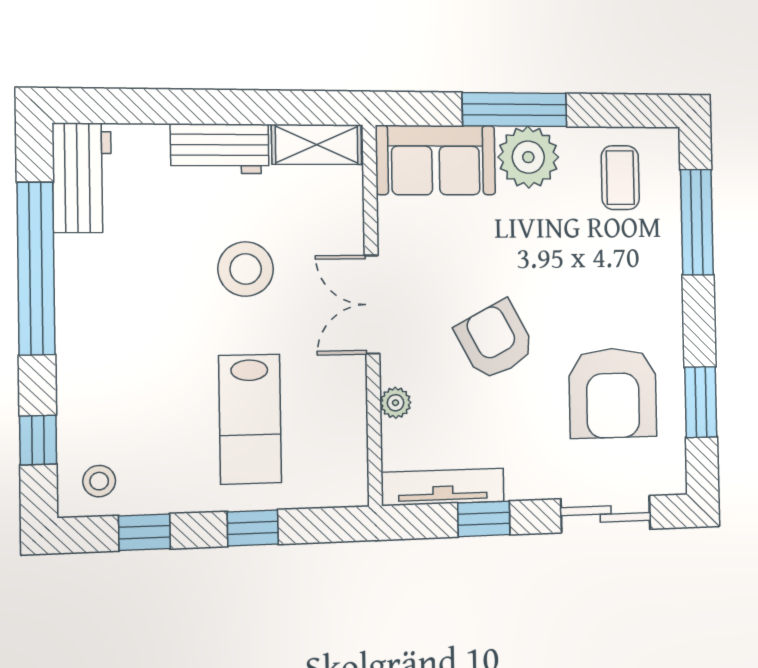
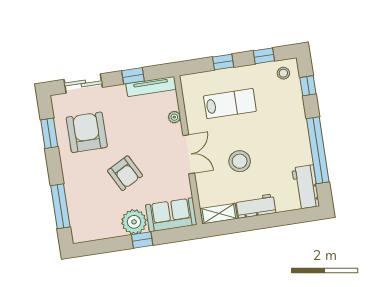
window: (515, 110) -> (142, 240), width x0.46
coffee table: (620, 178) -> (95, 219), removed
armchair: (495, 340) -> (125, 173), moved
lab bench: (250, 419) -> (230, 104), turned 90

